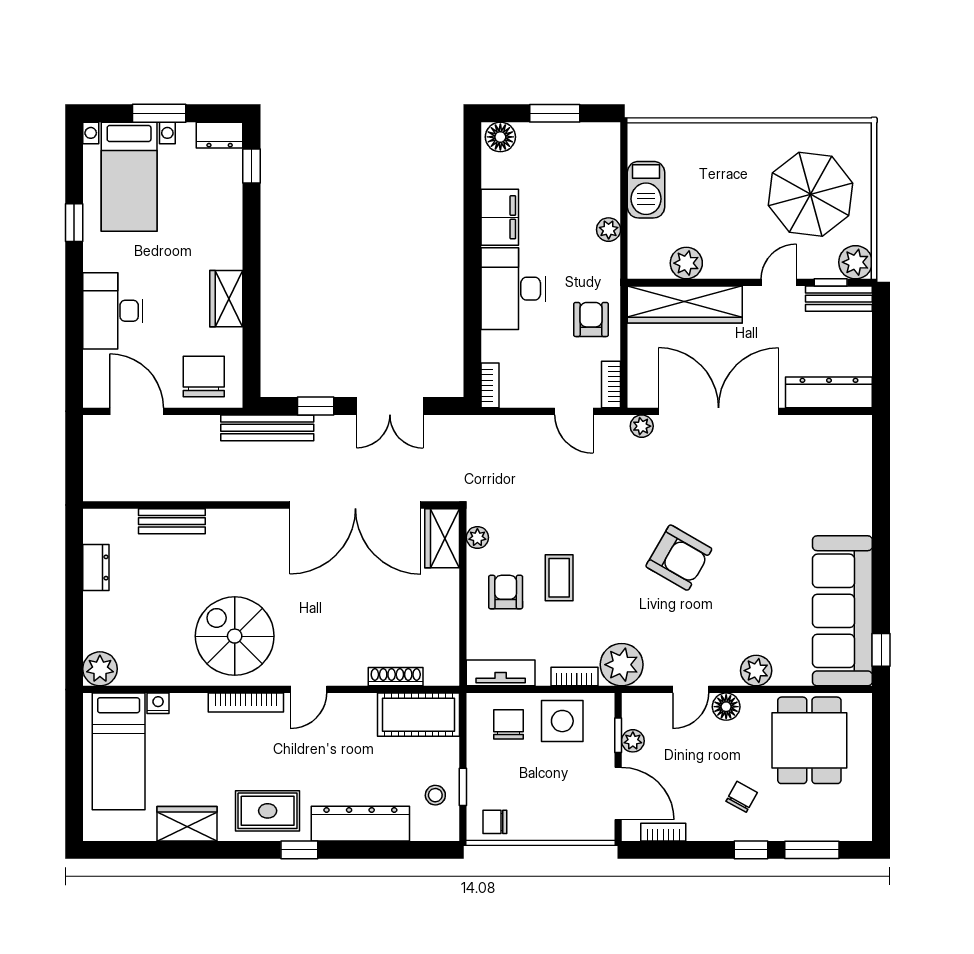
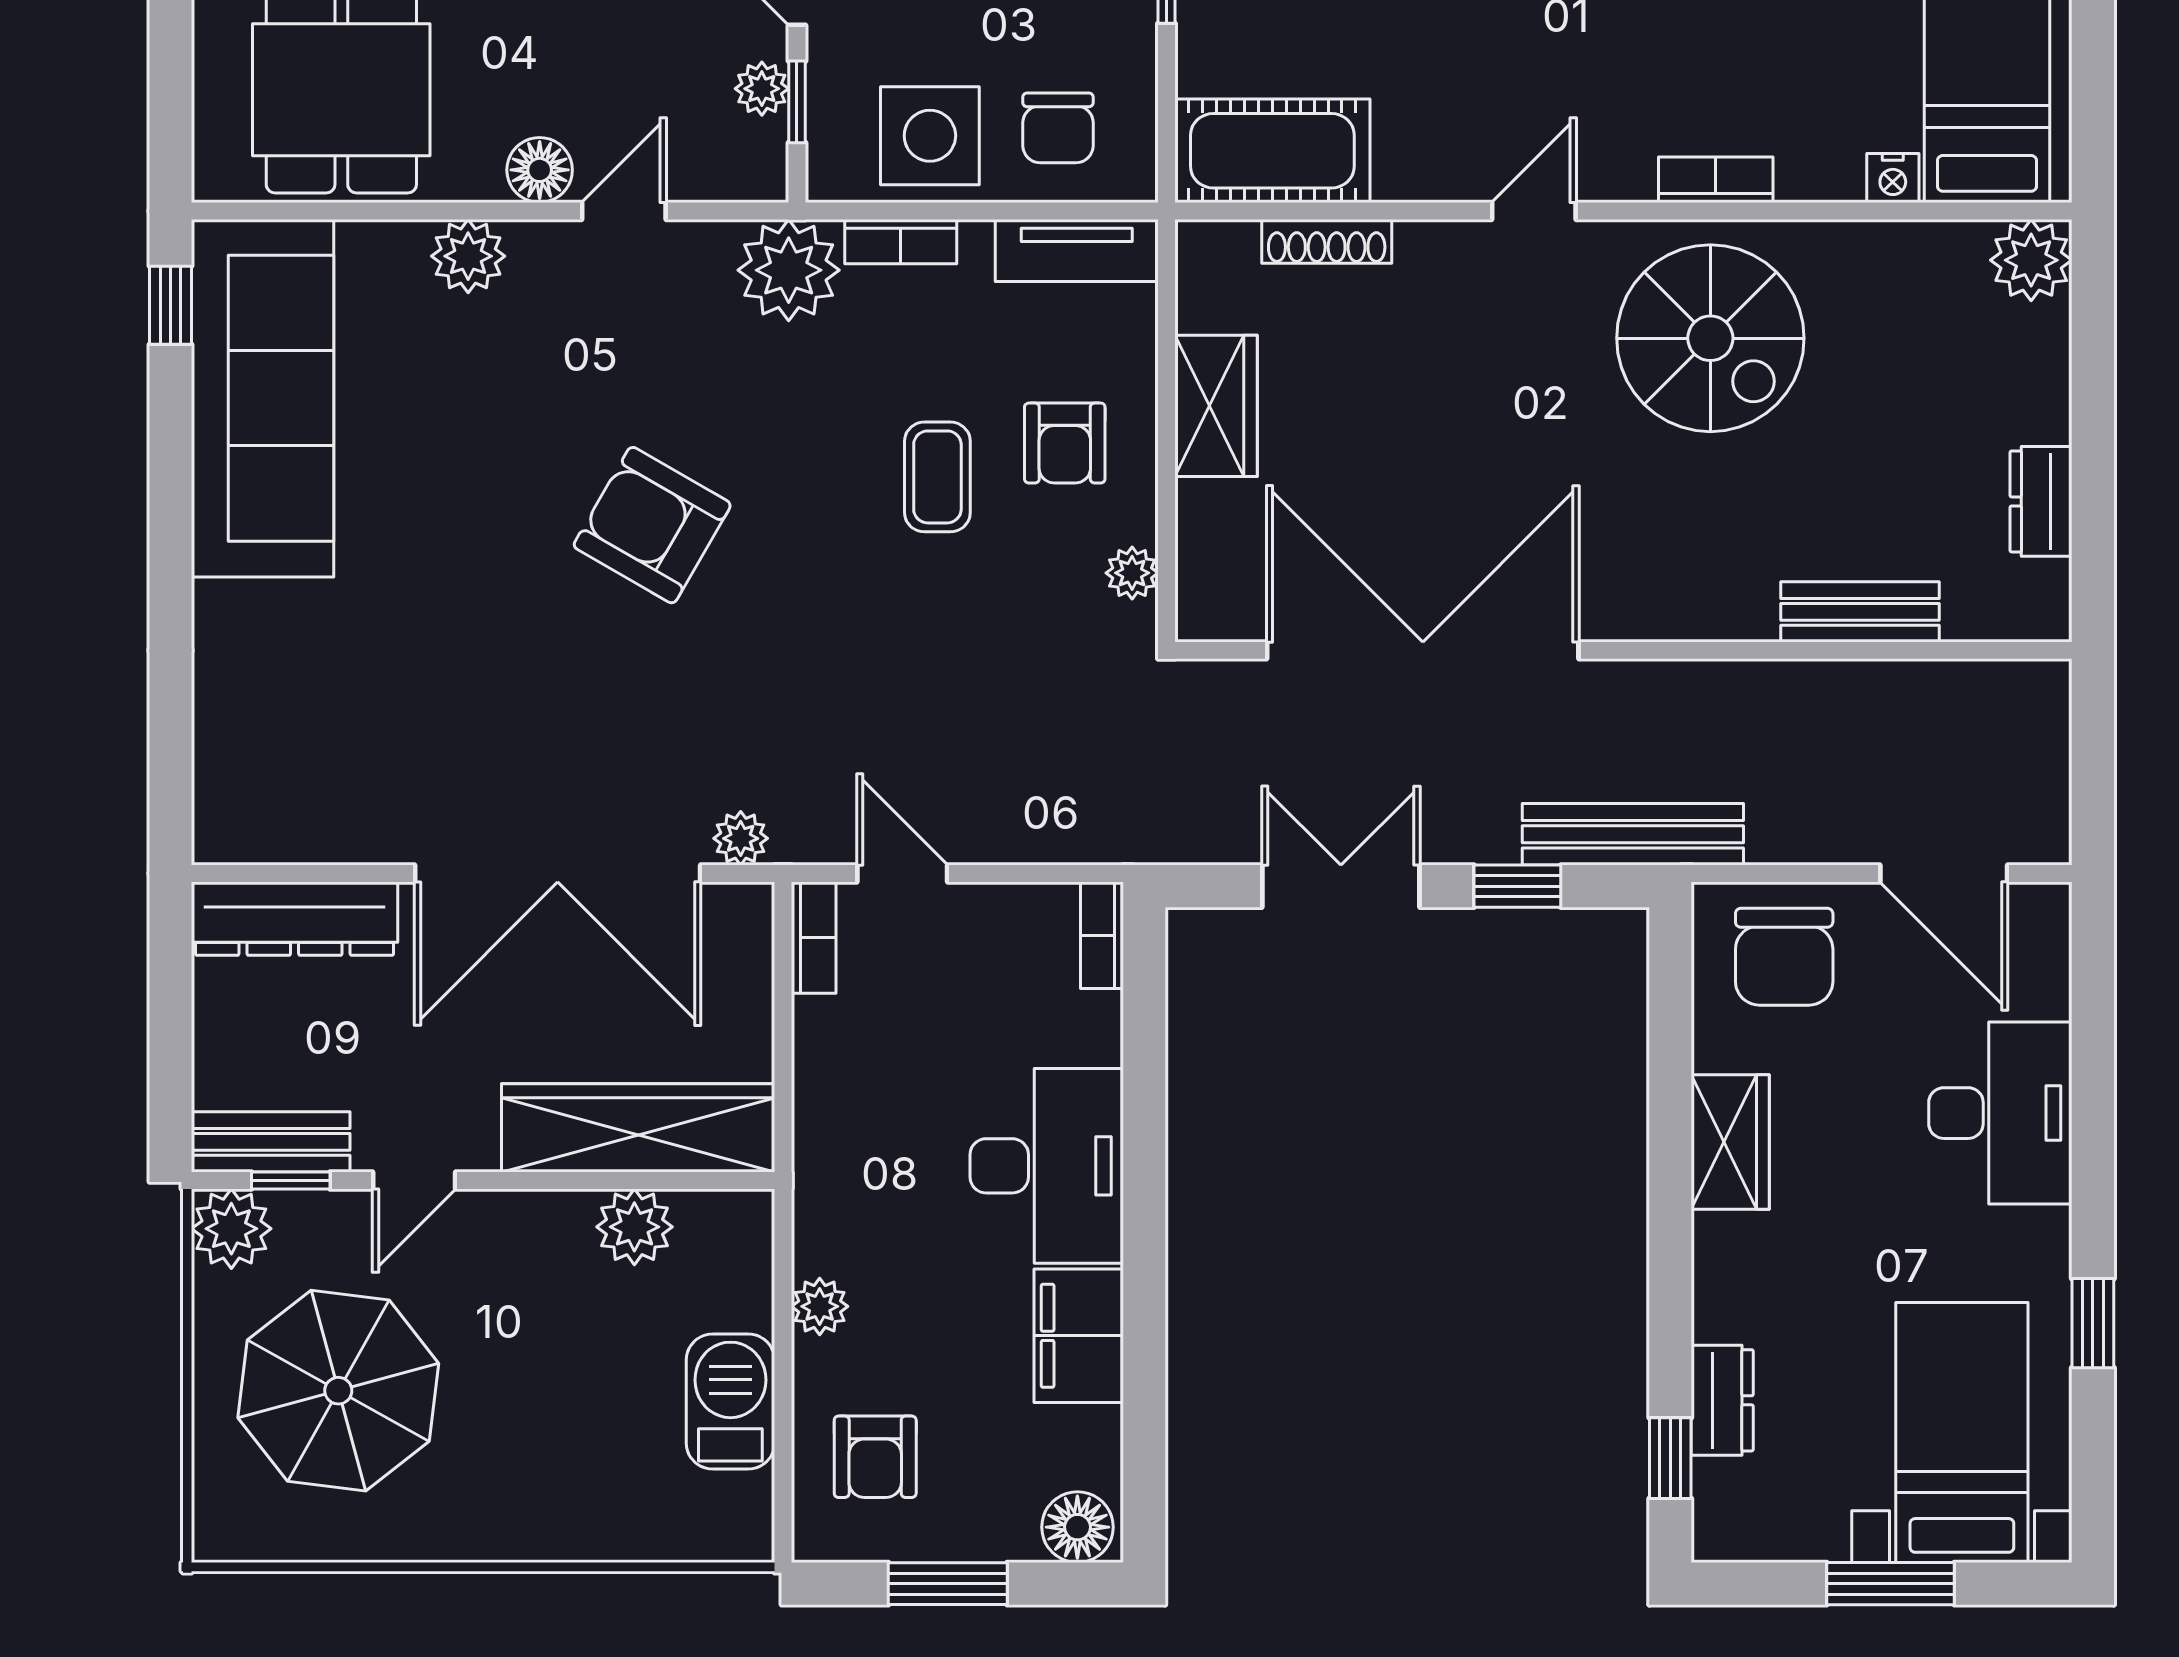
dresser: (220, 135) -> (1722, 1400), moved, turned 90
armchair: (591, 319) -> (875, 1457), moved
wardrobe: (442, 538) -> (1216, 406), moved
bookcase: (246, 703) -> (1716, 180), width x0.64

